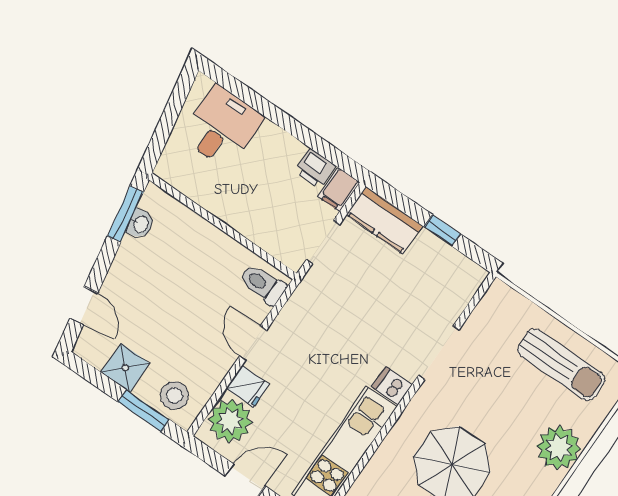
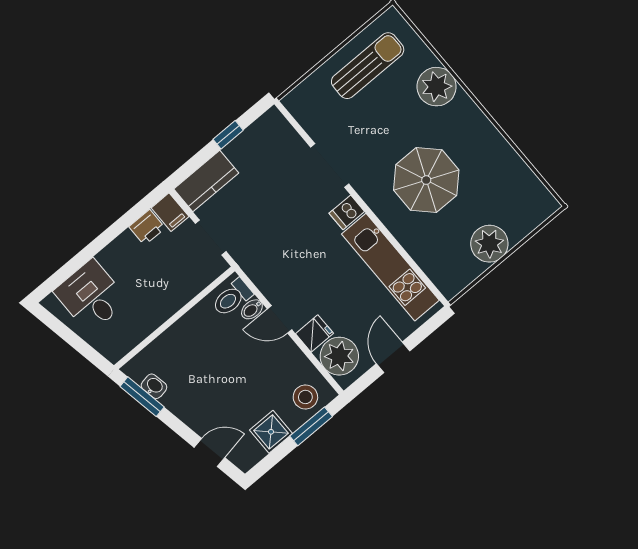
bidet: (256, 310) -> (252, 309), added

